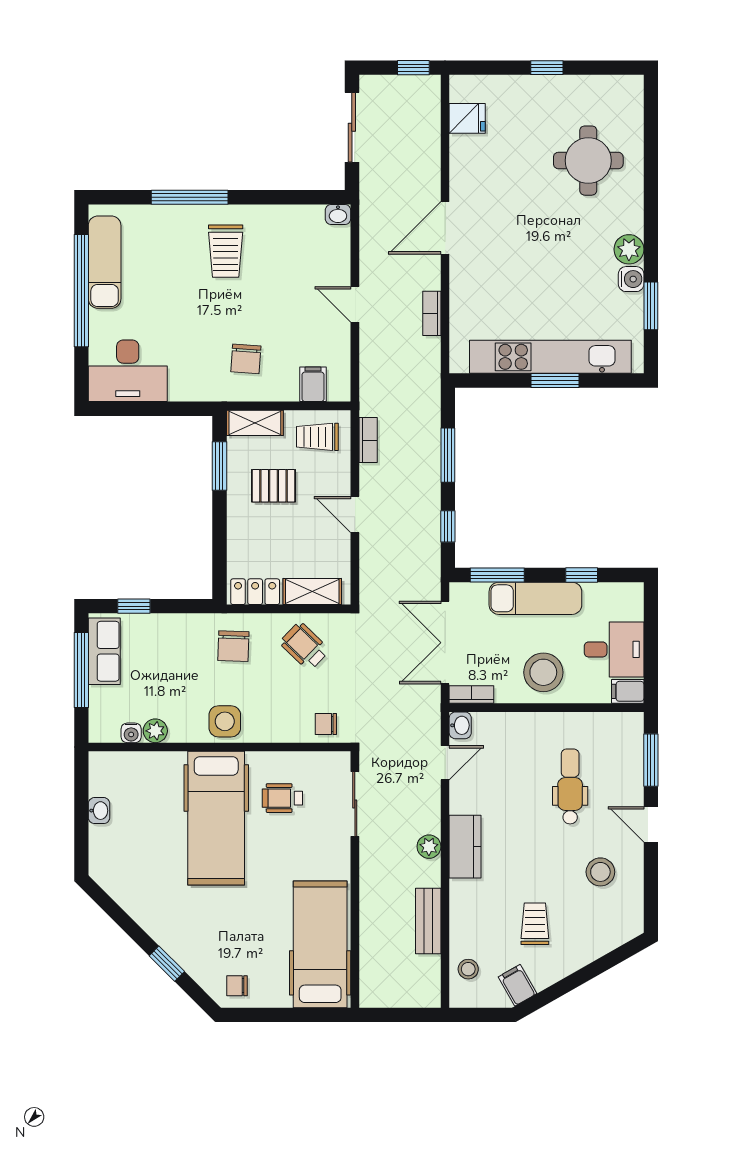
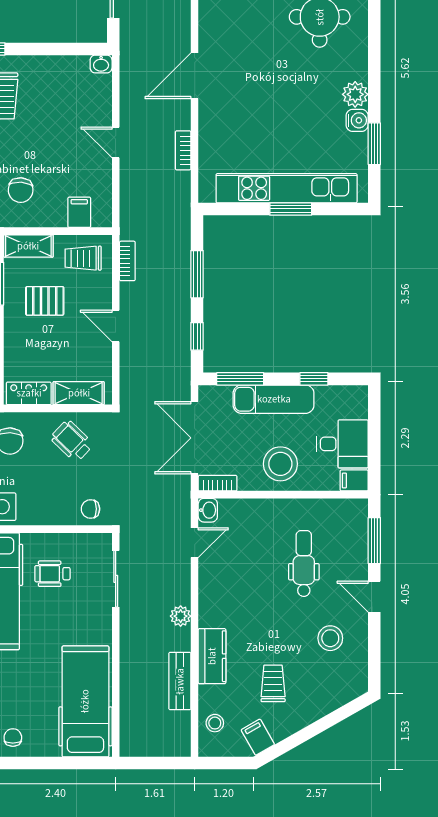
kitchen counter: (465, 847) -> (212, 656), moved
chair: (237, 986) -> (13, 738), turned 90

